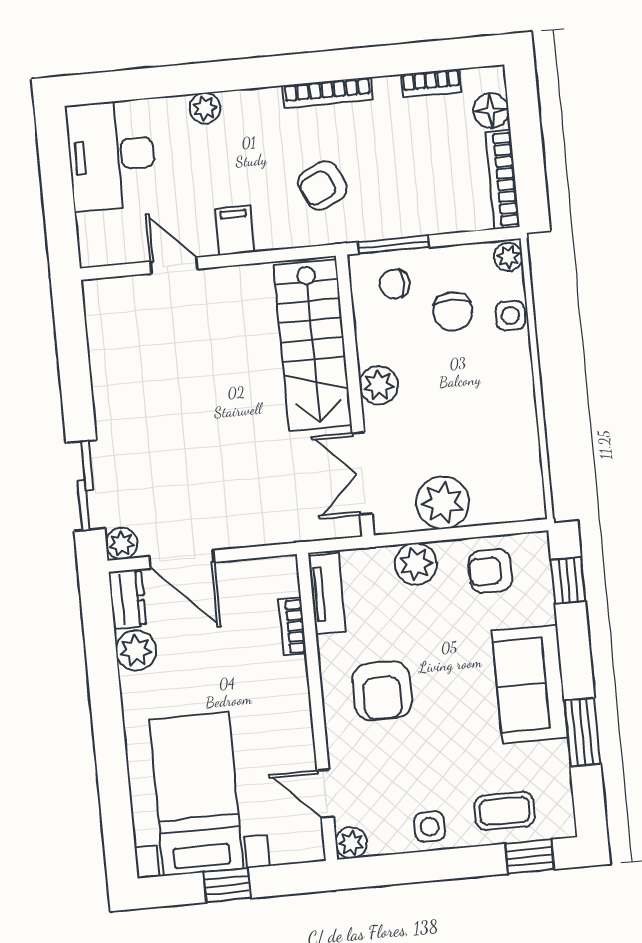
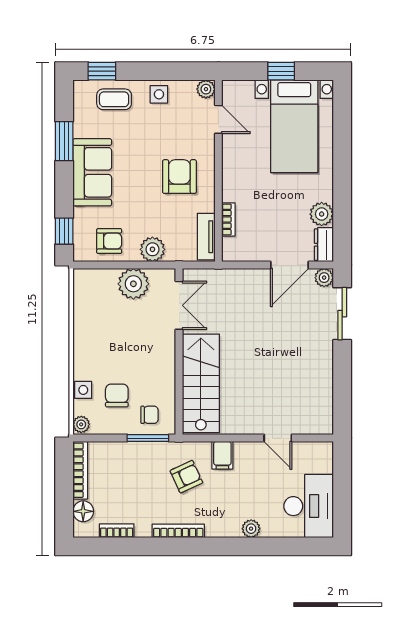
filing cabinet: (235, 230) -> (222, 455), moved
plant: (379, 385) -> (164, 356), removed
door: (182, 559) -> (290, 265), swing flipped

